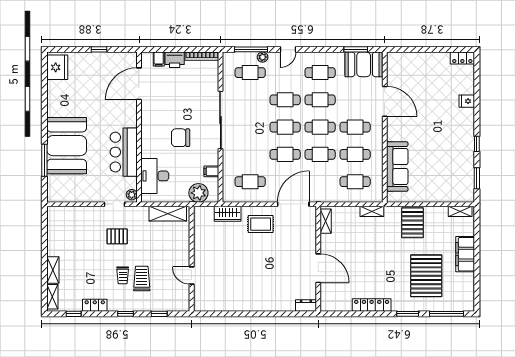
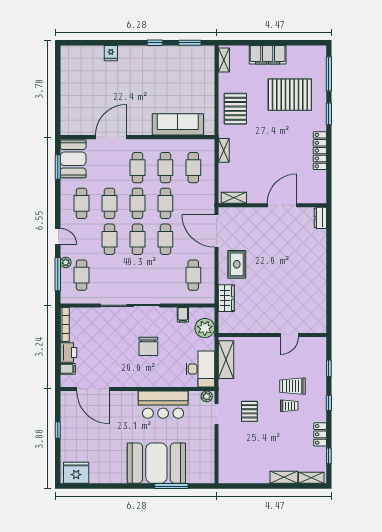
locker: (462, 58) -> (67, 58), removed
desk: (155, 176) -> (200, 369), moved, turned -90
pallet: (413, 223) -> (235, 109), turned 90

